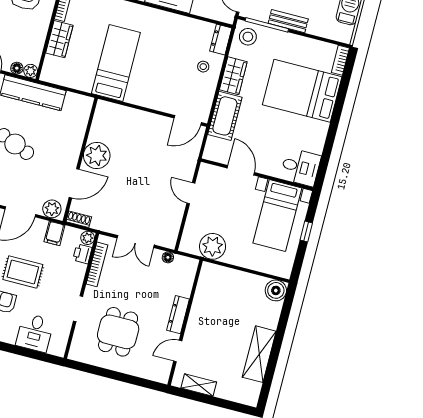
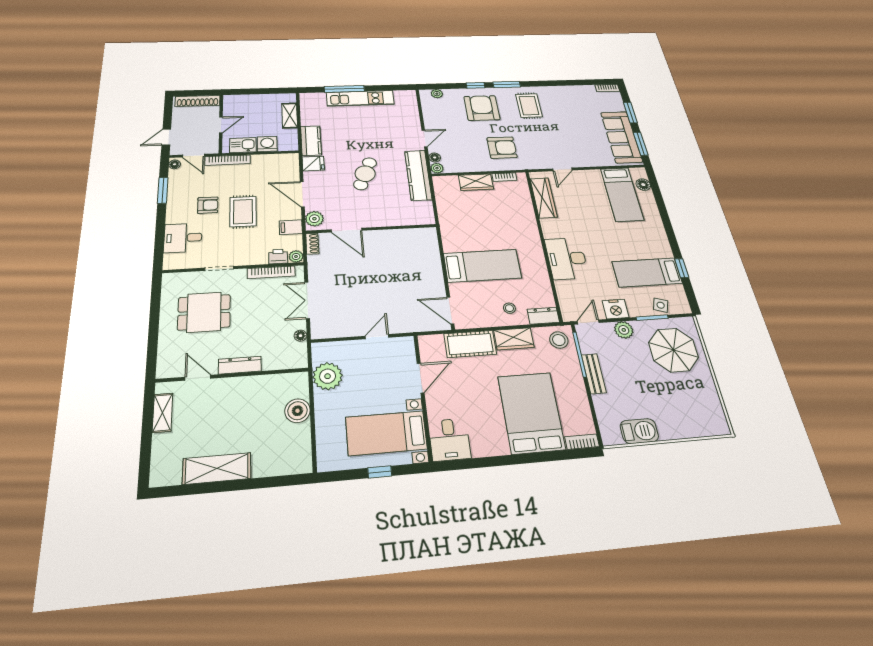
bed: (116, 63) -> (482, 266), moved
plant: (97, 155) -> (381, 241), removed
boiler: (276, 290) -> (297, 411), moved

